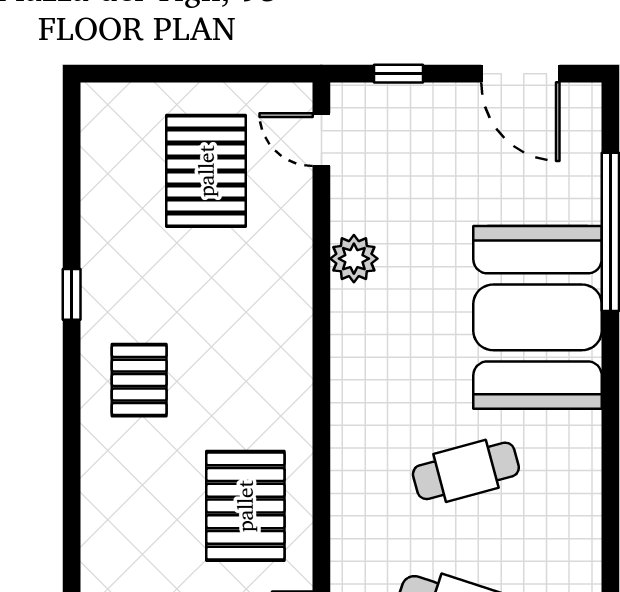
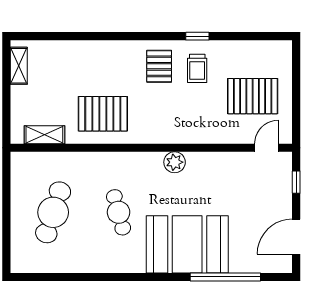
plant: (354, 259) -> (175, 162), moved
trolley: (144, 295) -> (197, 68), added
pallet: (139, 380) -> (159, 66), turned 90

